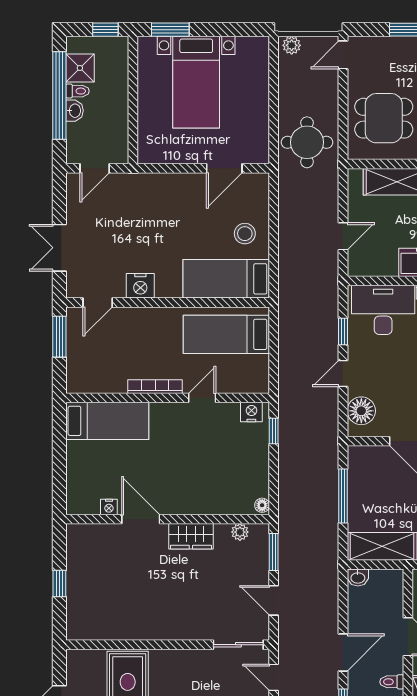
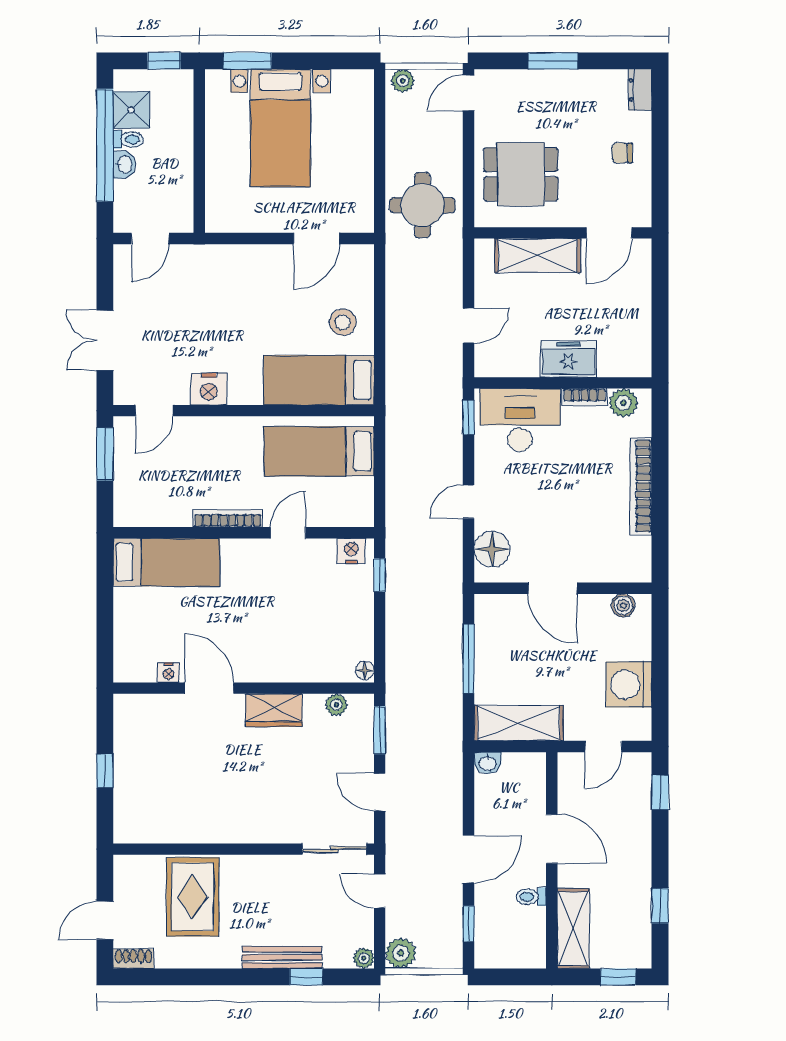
window: (343, 332) -> (469, 417), moved

